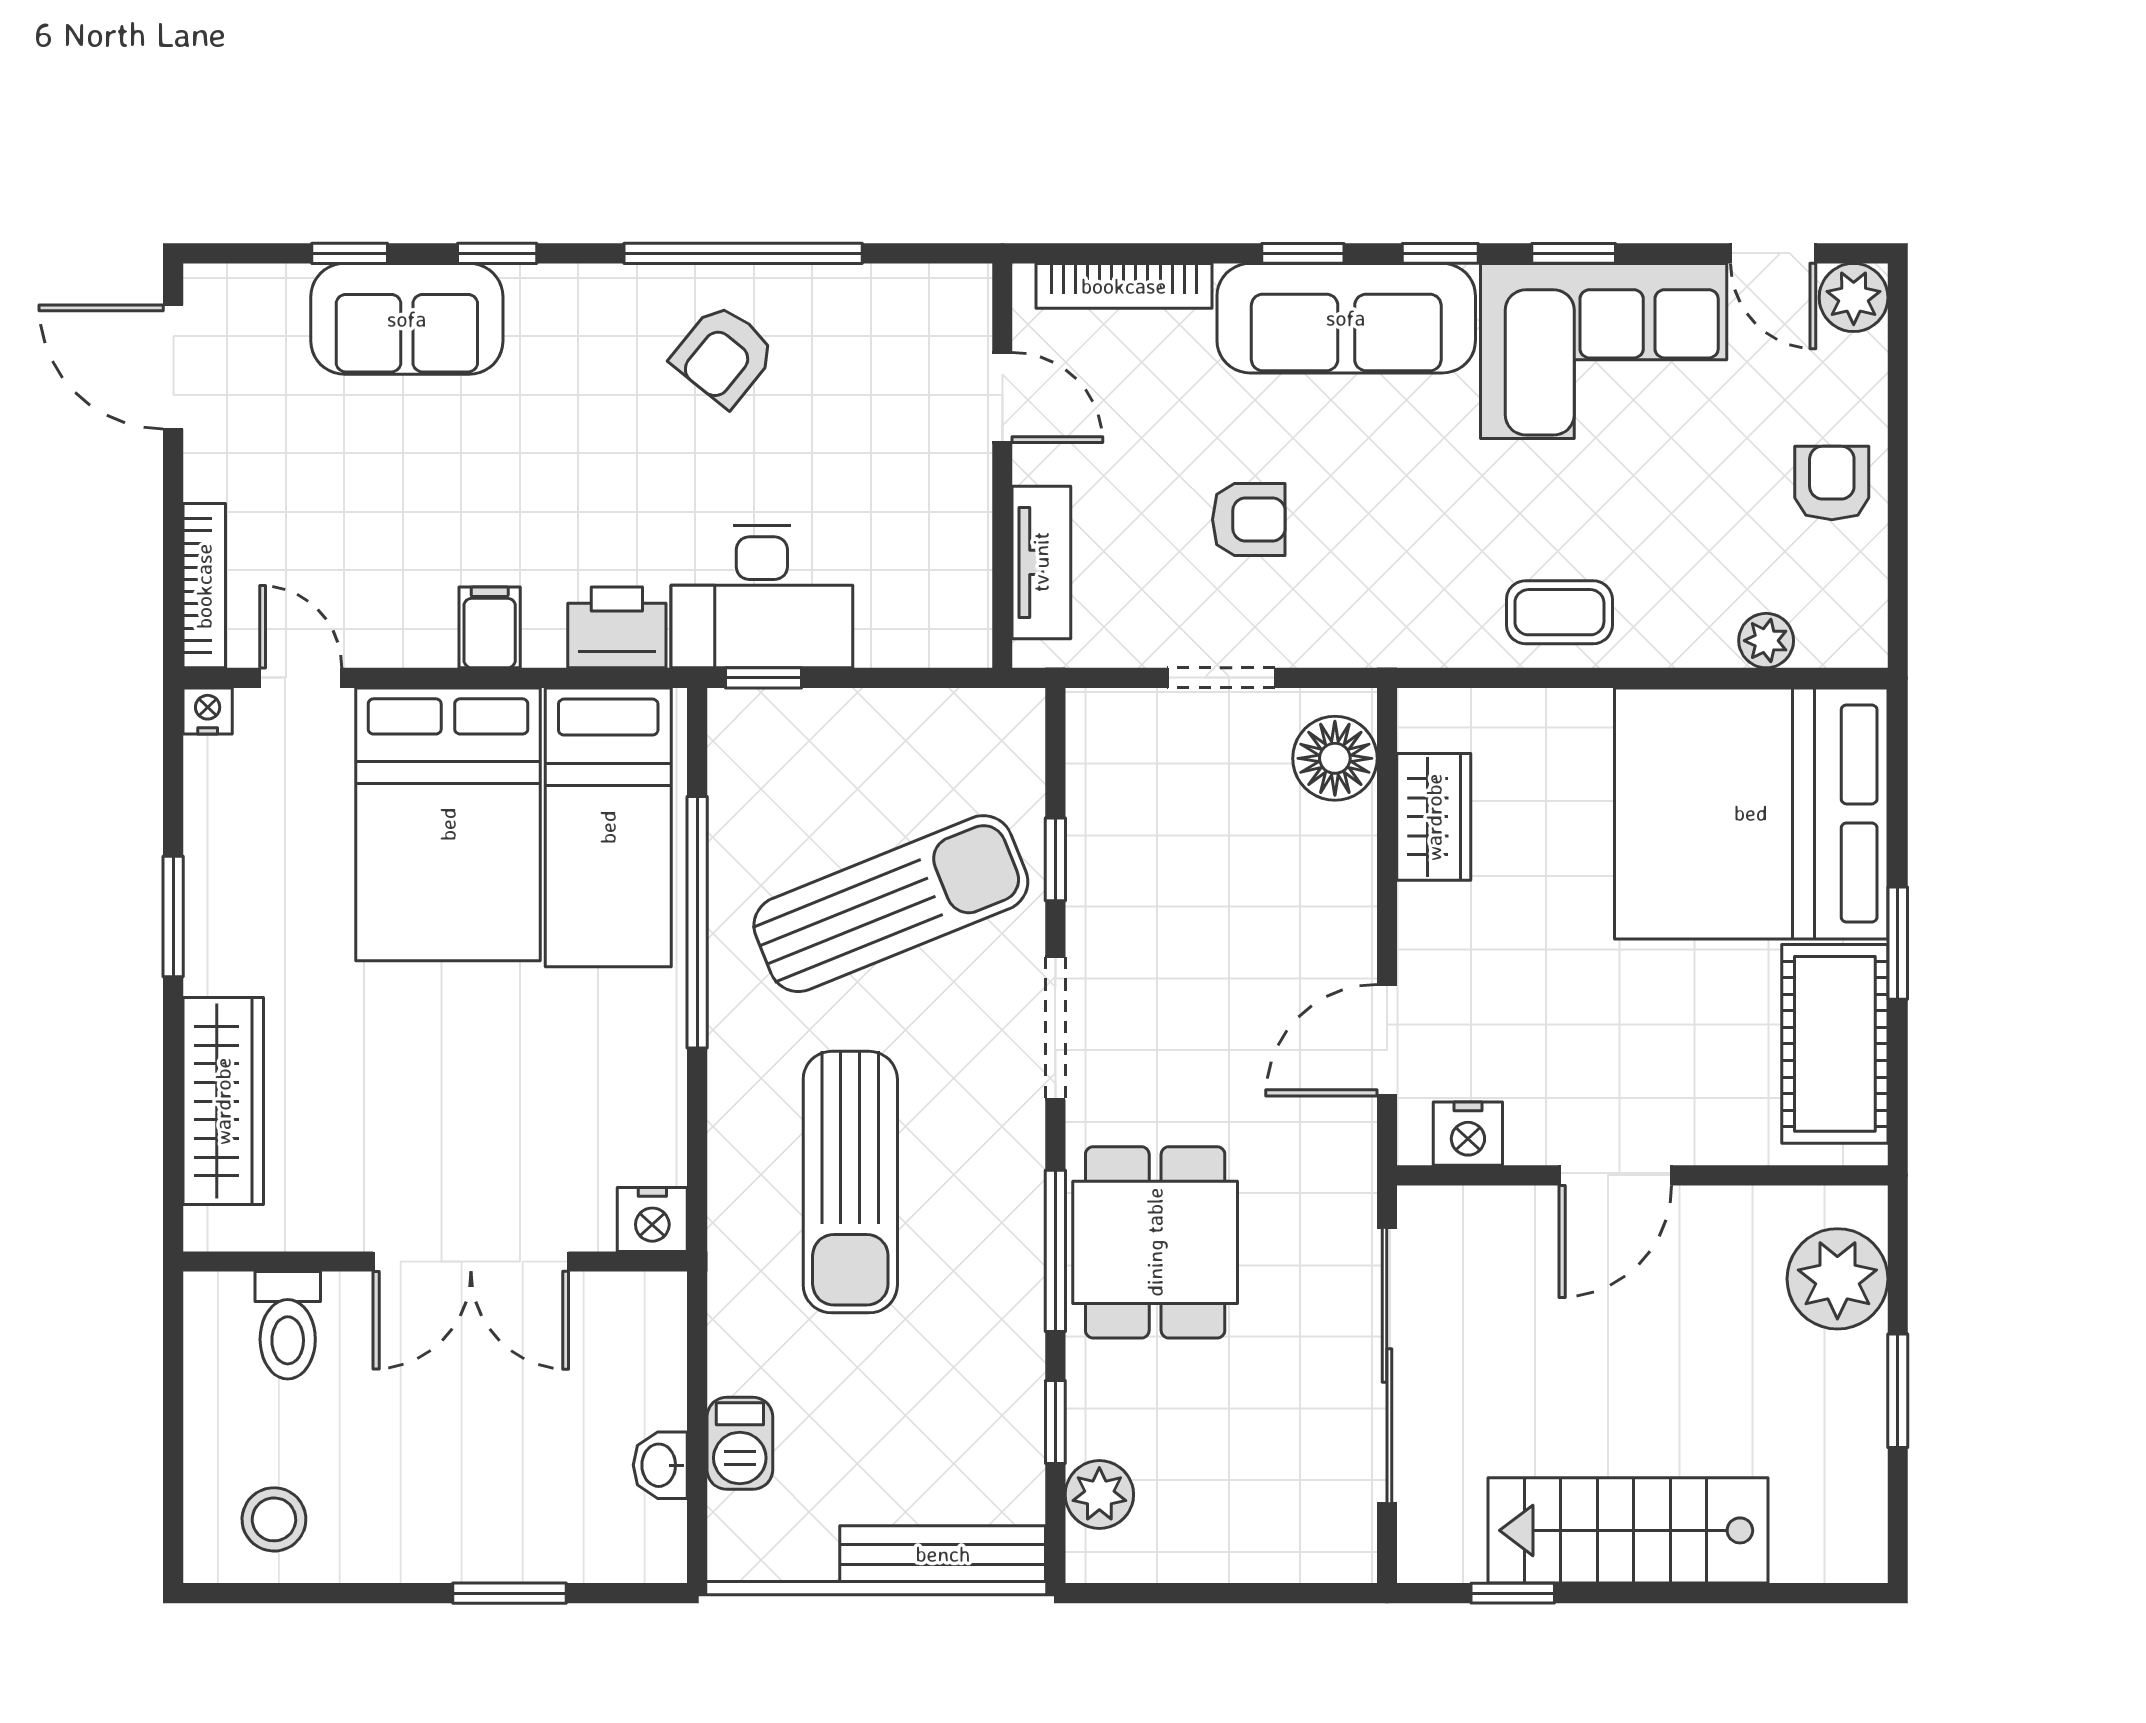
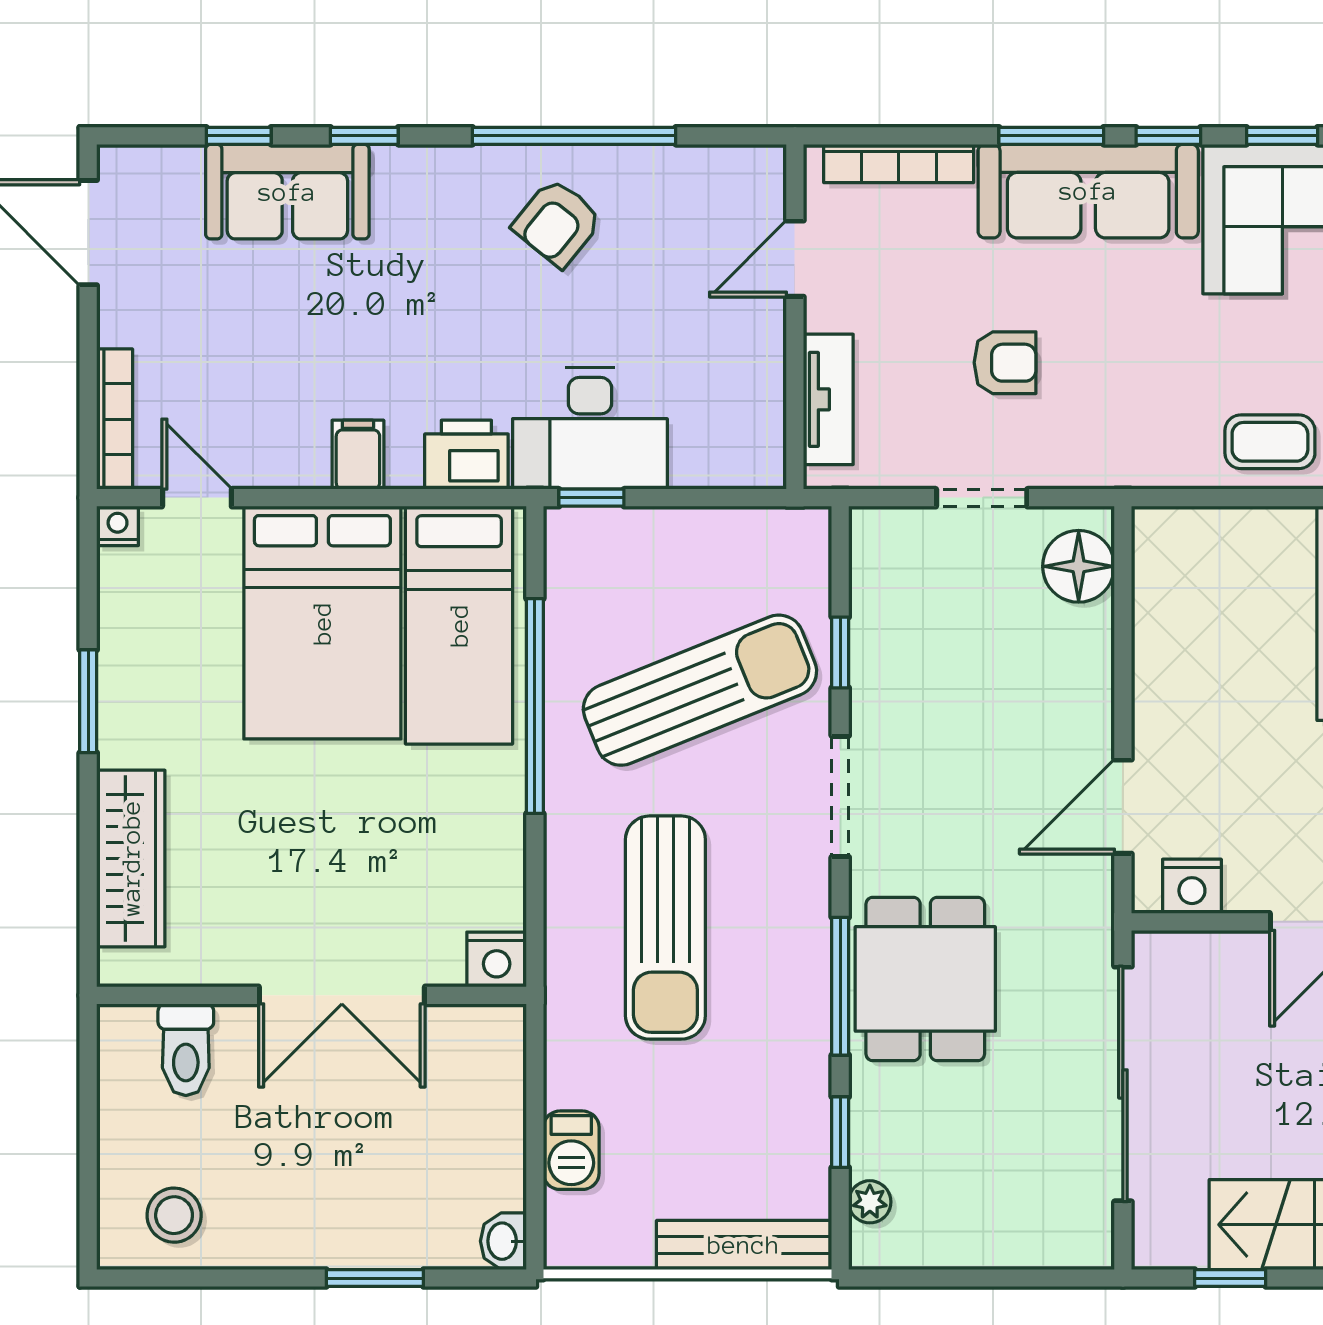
window: (1303, 253) -> (1051, 136), width x1.50
door: (1002, 397) -> (795, 259), swing flipped
wardrobe: (1434, 817) -> (1163, 616), removed
washbasin: (660, 1465) -> (503, 1241), moved
plant: (1099, 1495) -> (870, 1202), width x0.73, depth x0.73

